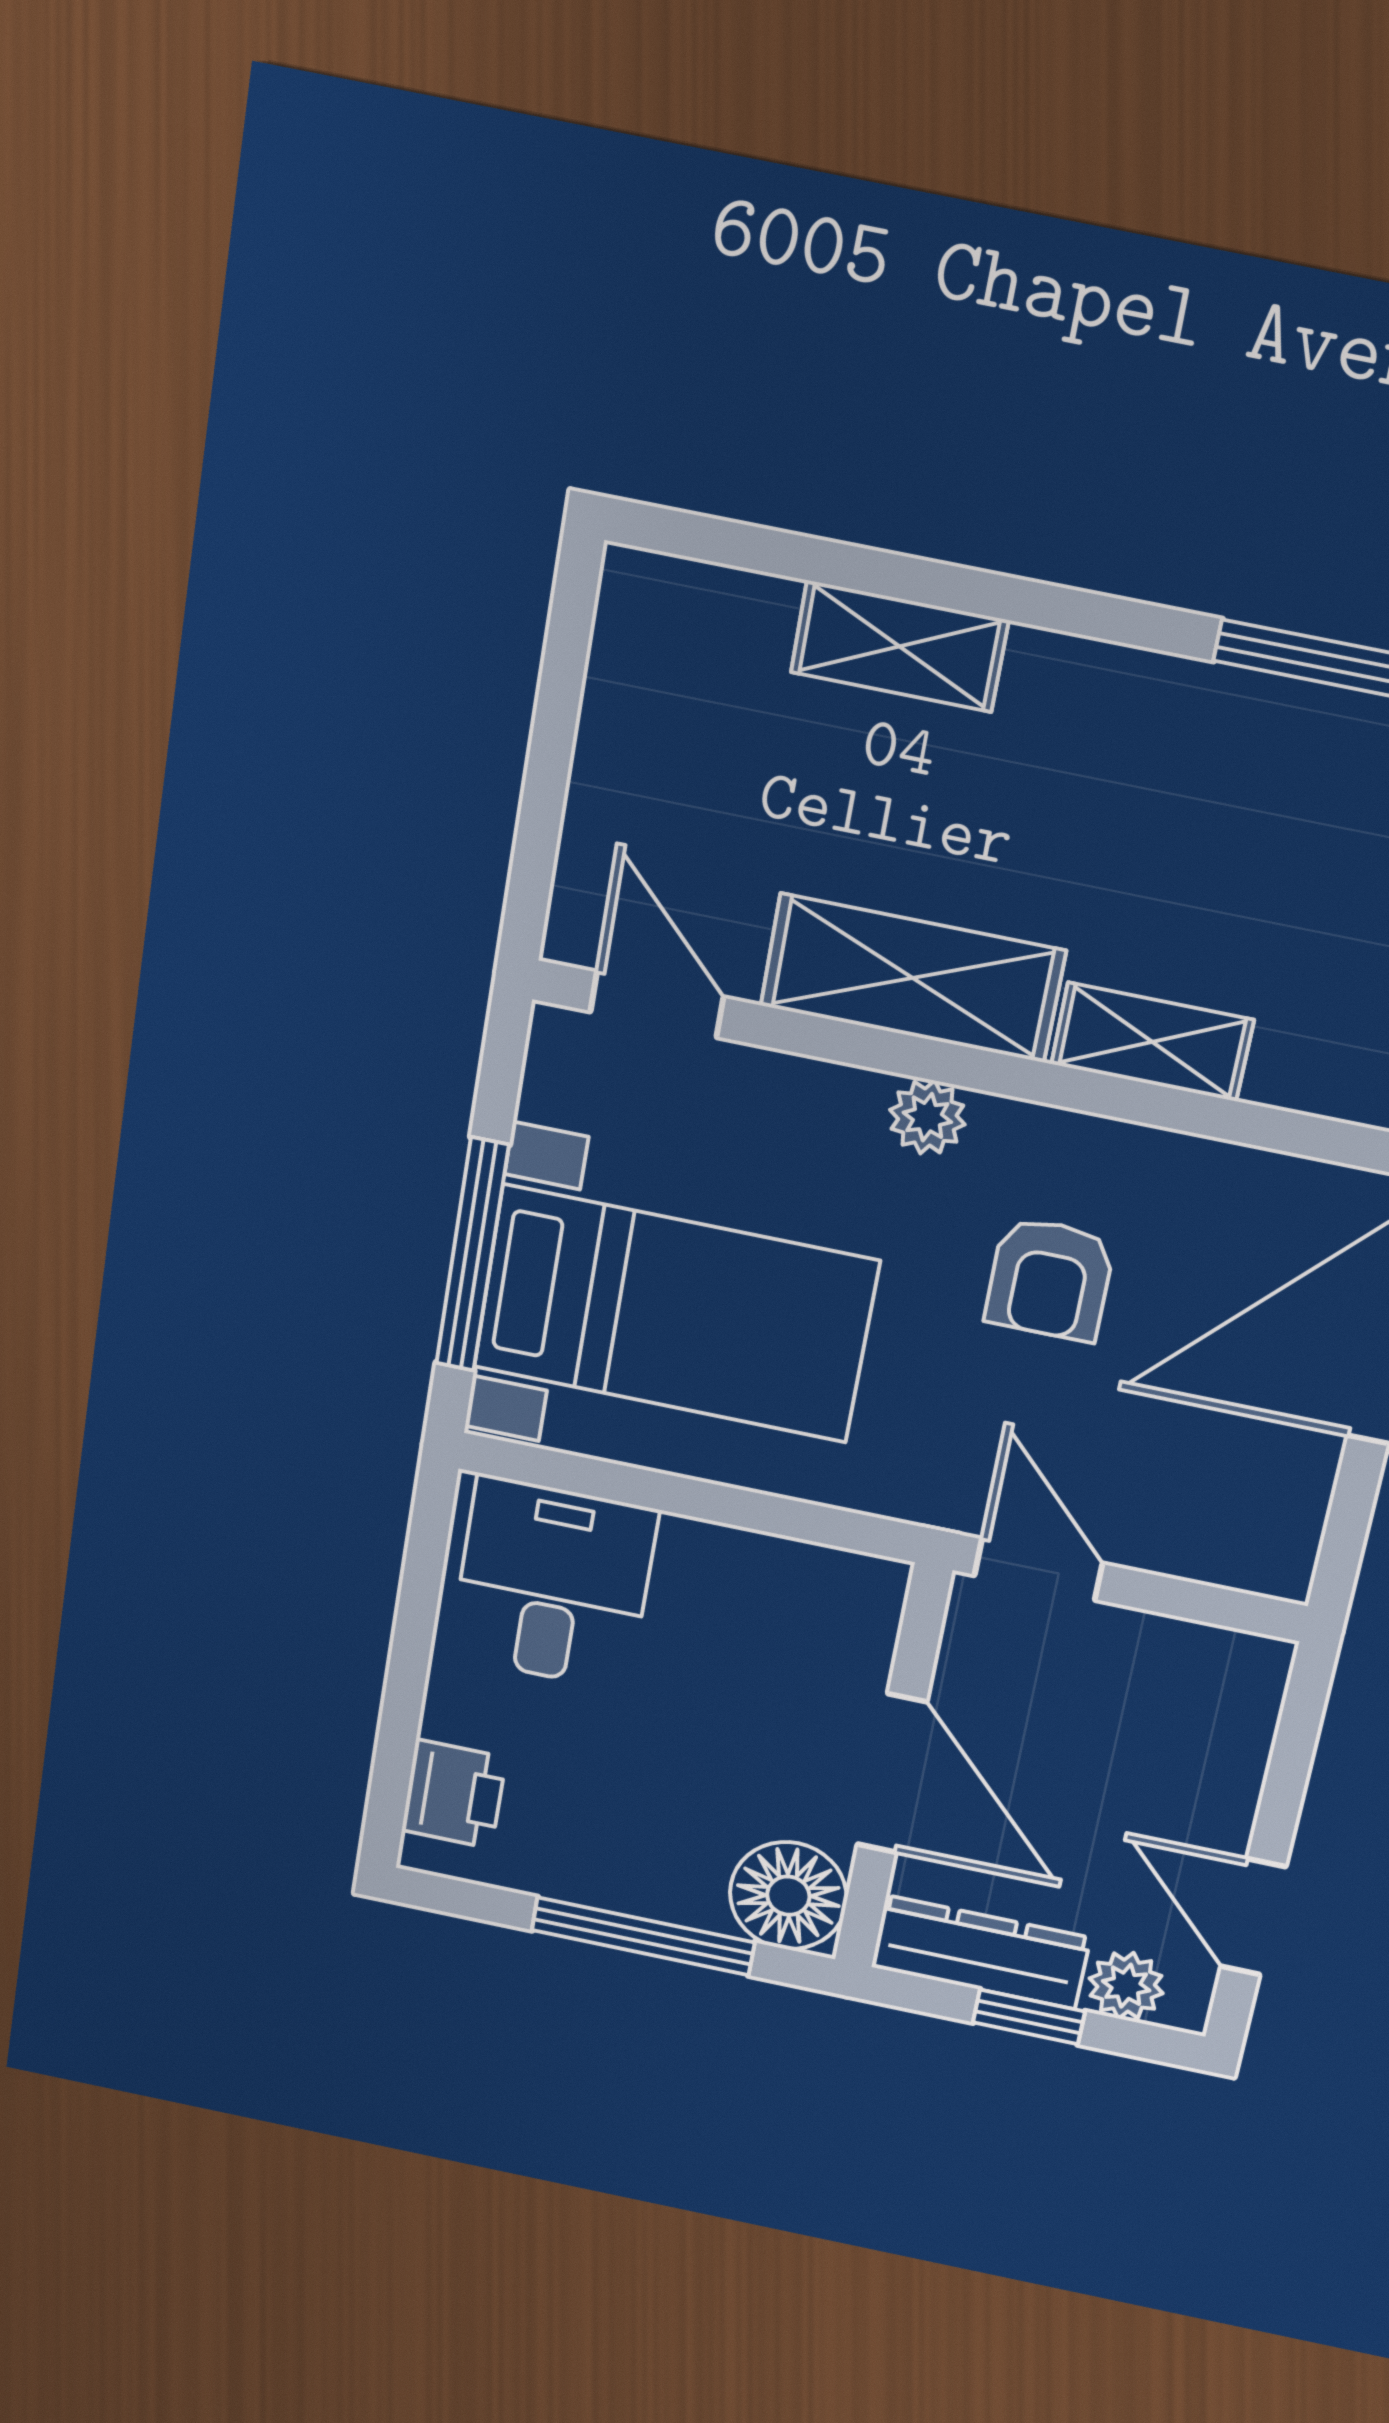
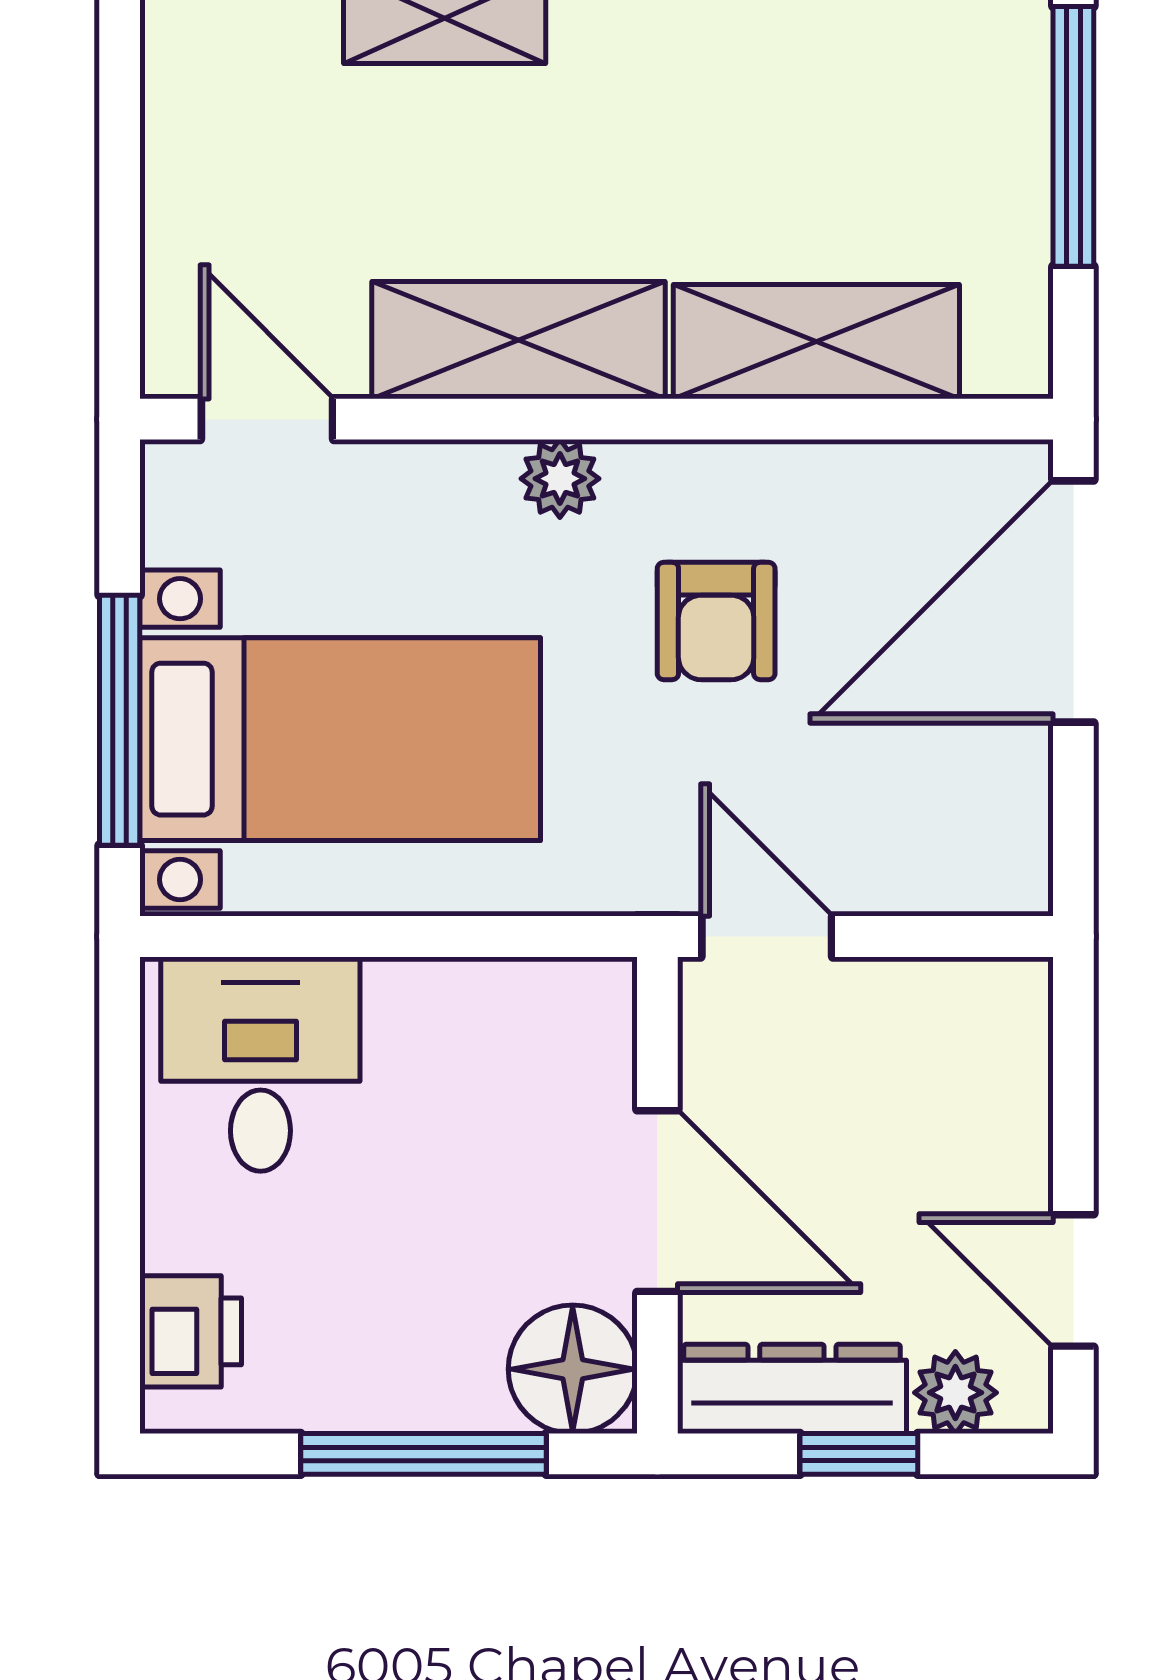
shelving: (1152, 1042) -> (816, 342), width x1.50, depth x1.33

